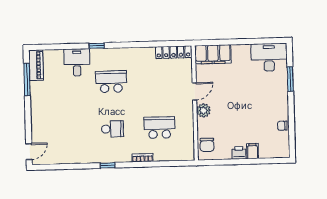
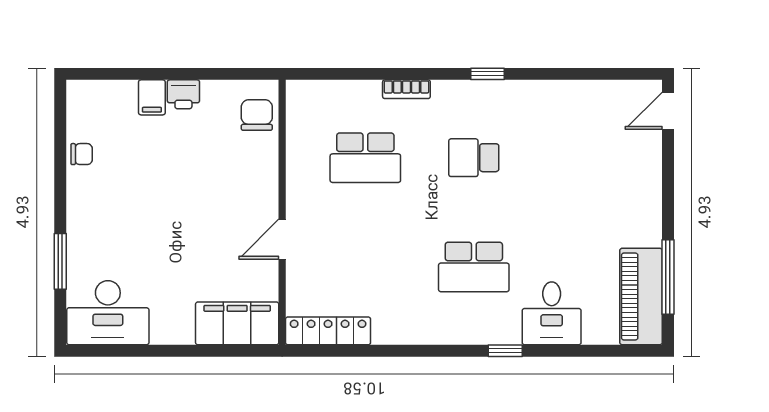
piano: (36, 65) -> (641, 296), width x1.37, depth x1.33
plant: (203, 110) -> (263, 195), removed

